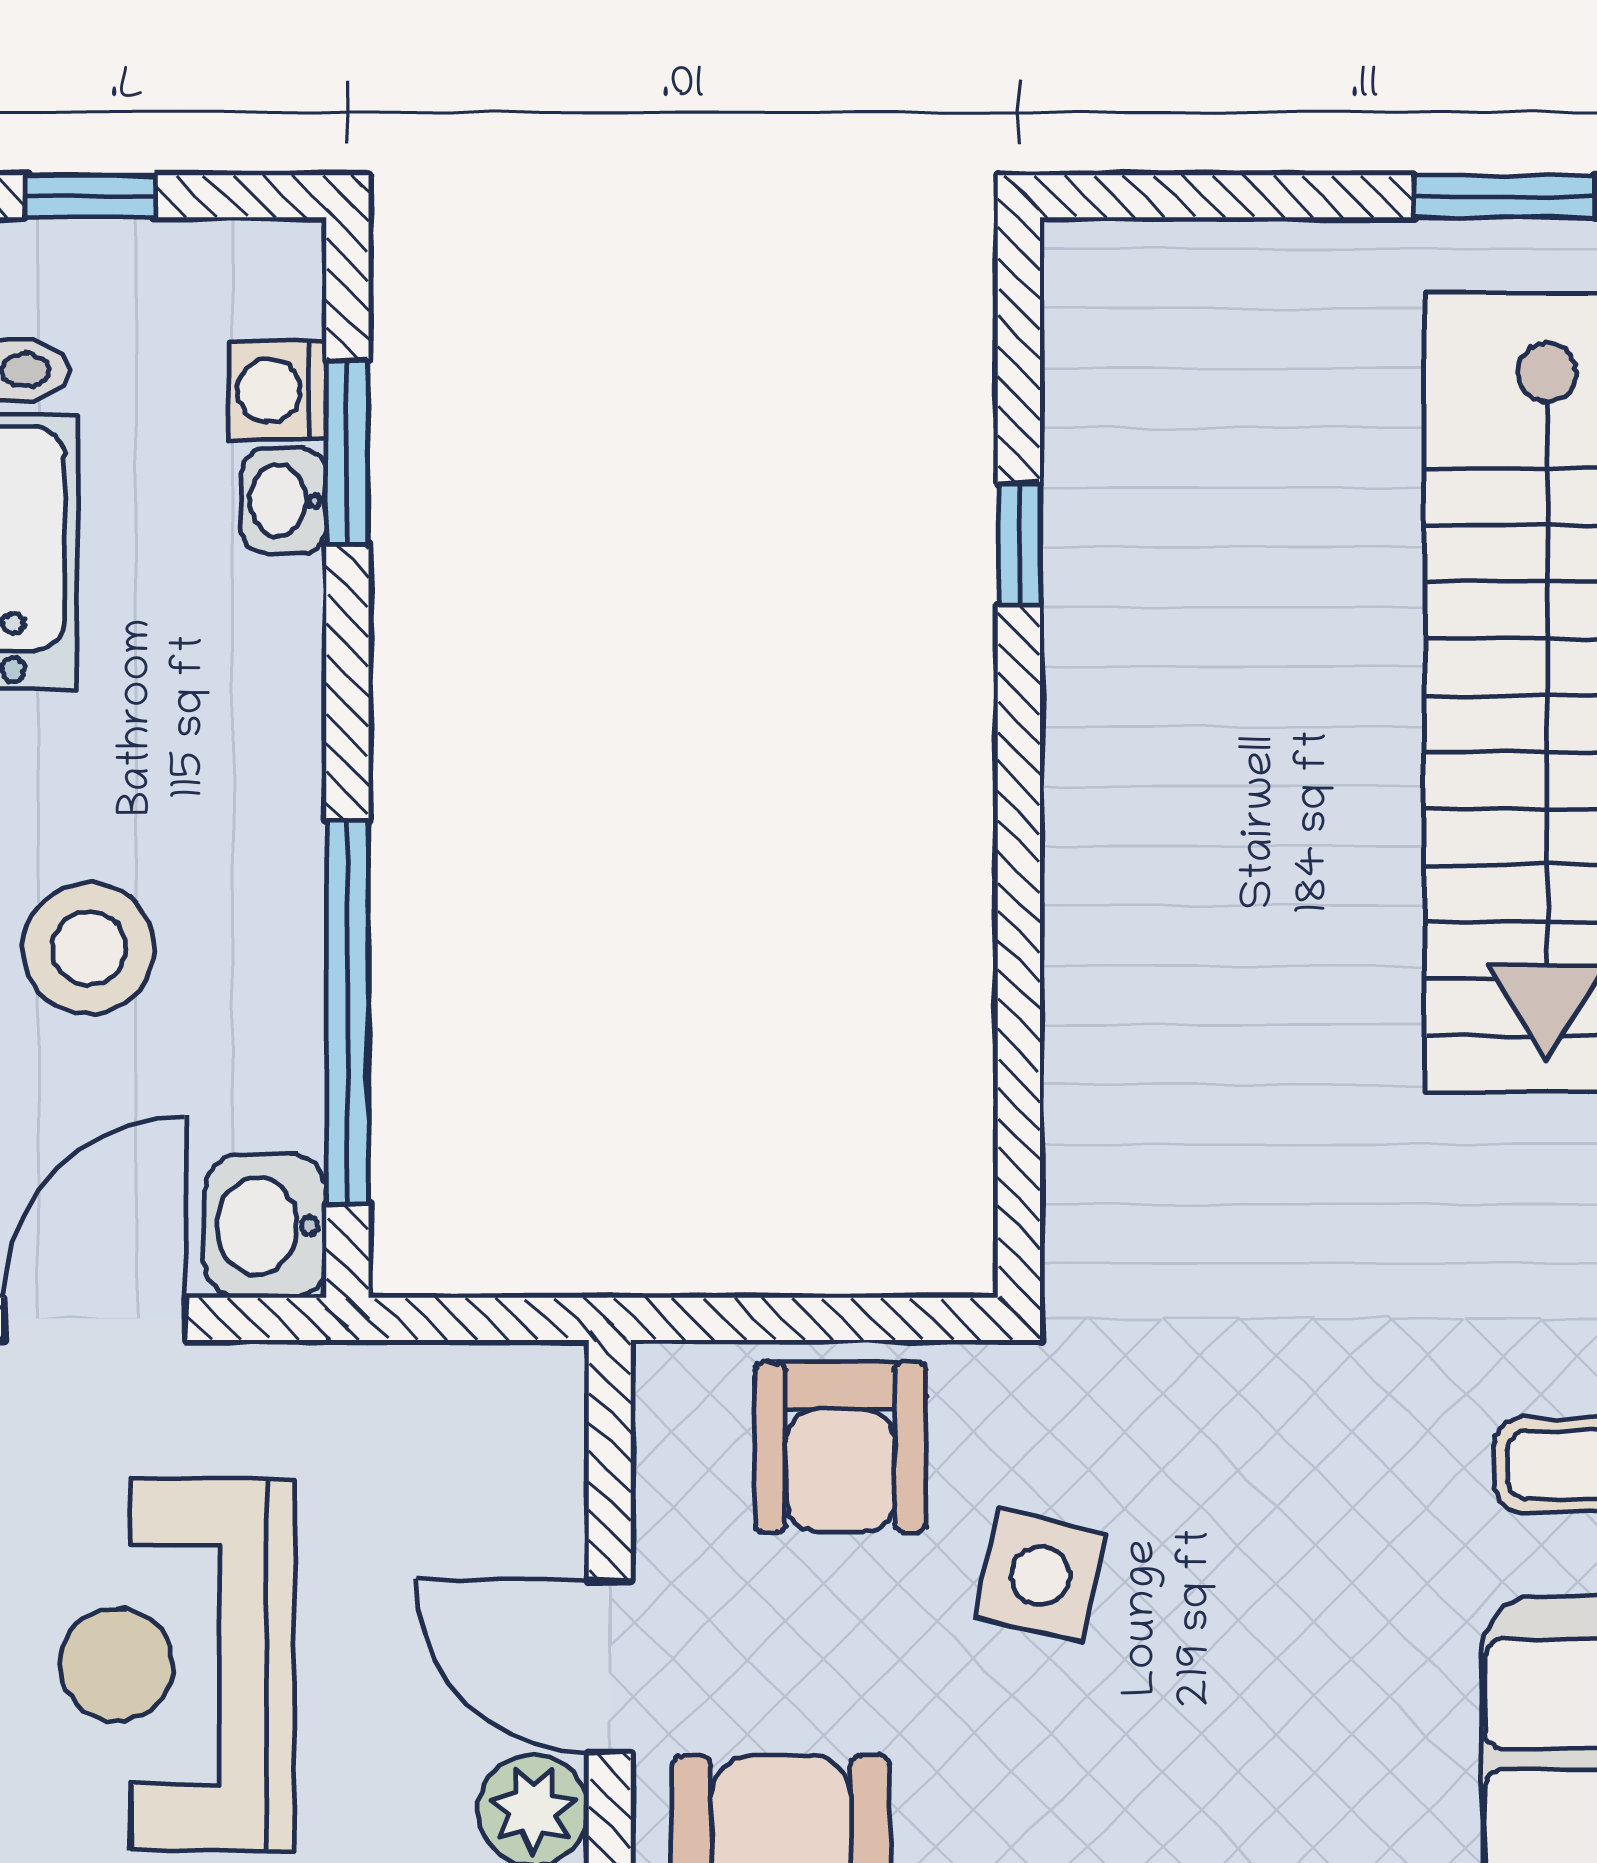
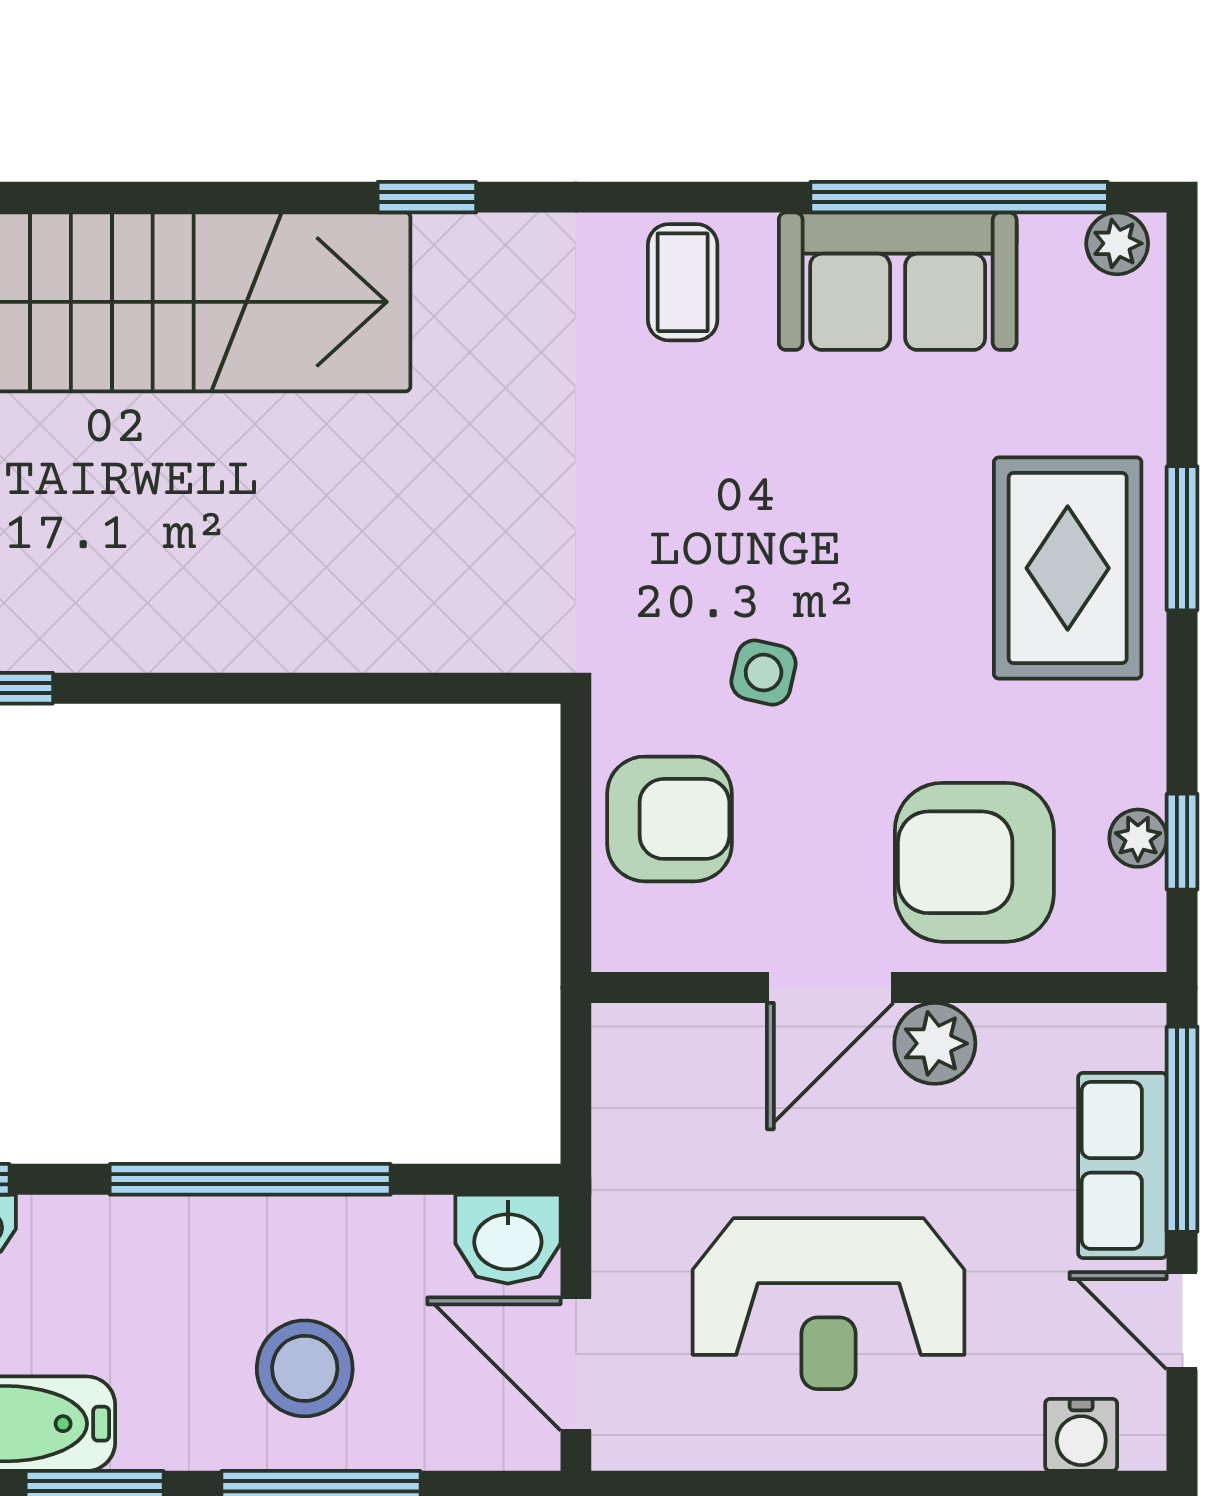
window: (347, 1012) -> (250, 1179), moved
side table: (1040, 1576) -> (764, 672), width x0.73, depth x0.73

